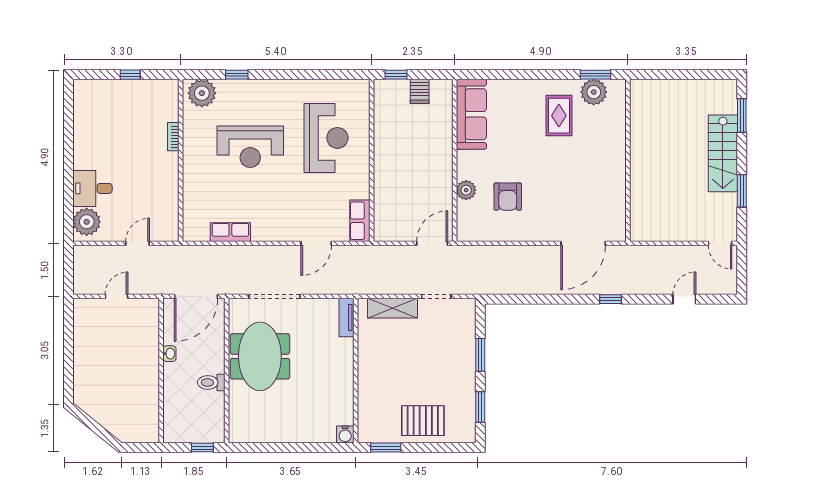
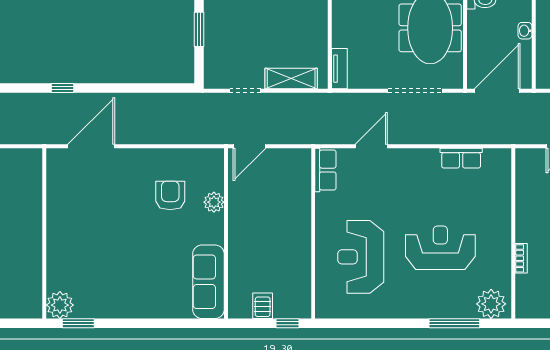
window: (237, 75) -> (454, 323), width x2.17
plant: (594, 92) -> (60, 305), moved
rug: (559, 116) -> (117, 280), removed

